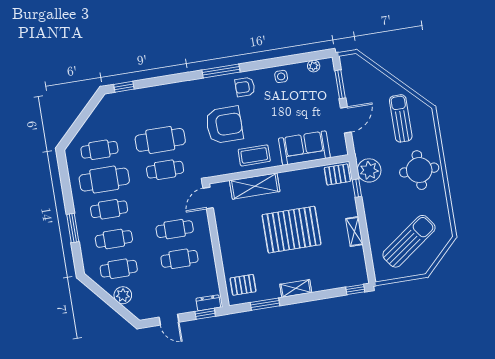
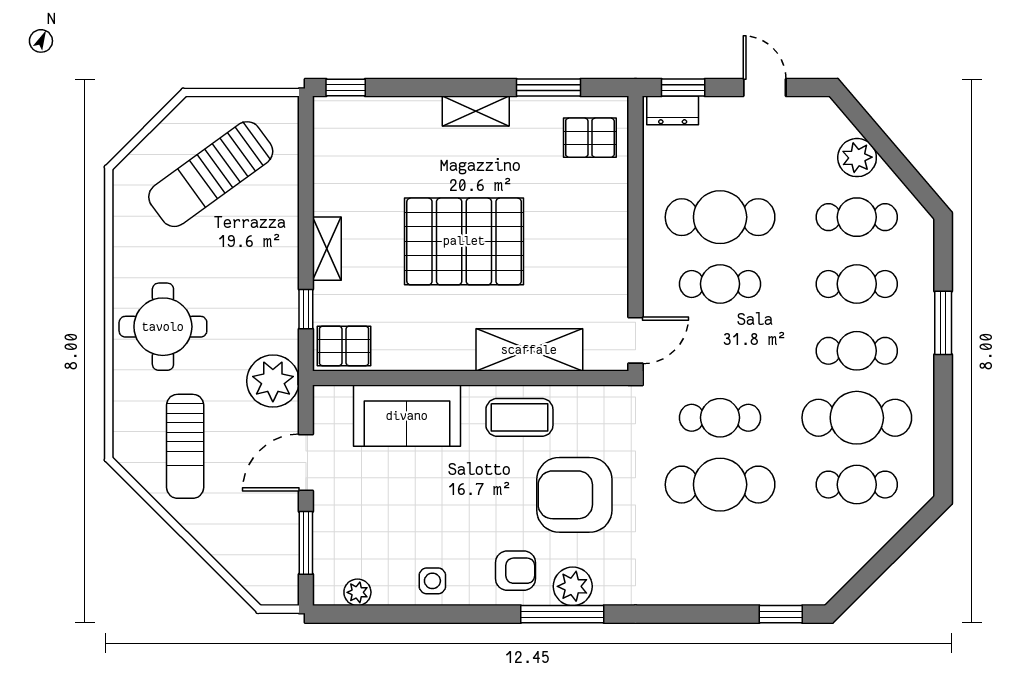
plant: (218, 84) -> (573, 586), added
plant: (369, 170) -> (273, 381), moved
shelving: (354, 231) -> (327, 249), moved
cafe table: (179, 259) -> (720, 217), width x1.37, depth x1.35

